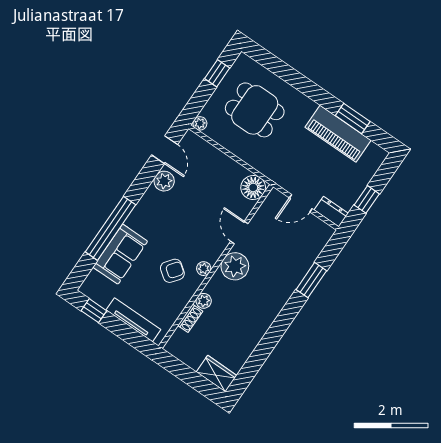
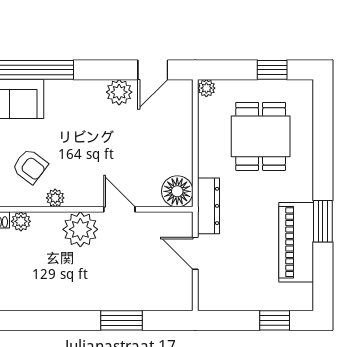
window: (353, 119) -> (323, 221), moved
window: (367, 199) -> (275, 320), moved
dresser: (331, 212) -> (209, 206), moved, width x1.44
door: (239, 232) -> (119, 209), hinge flipped

